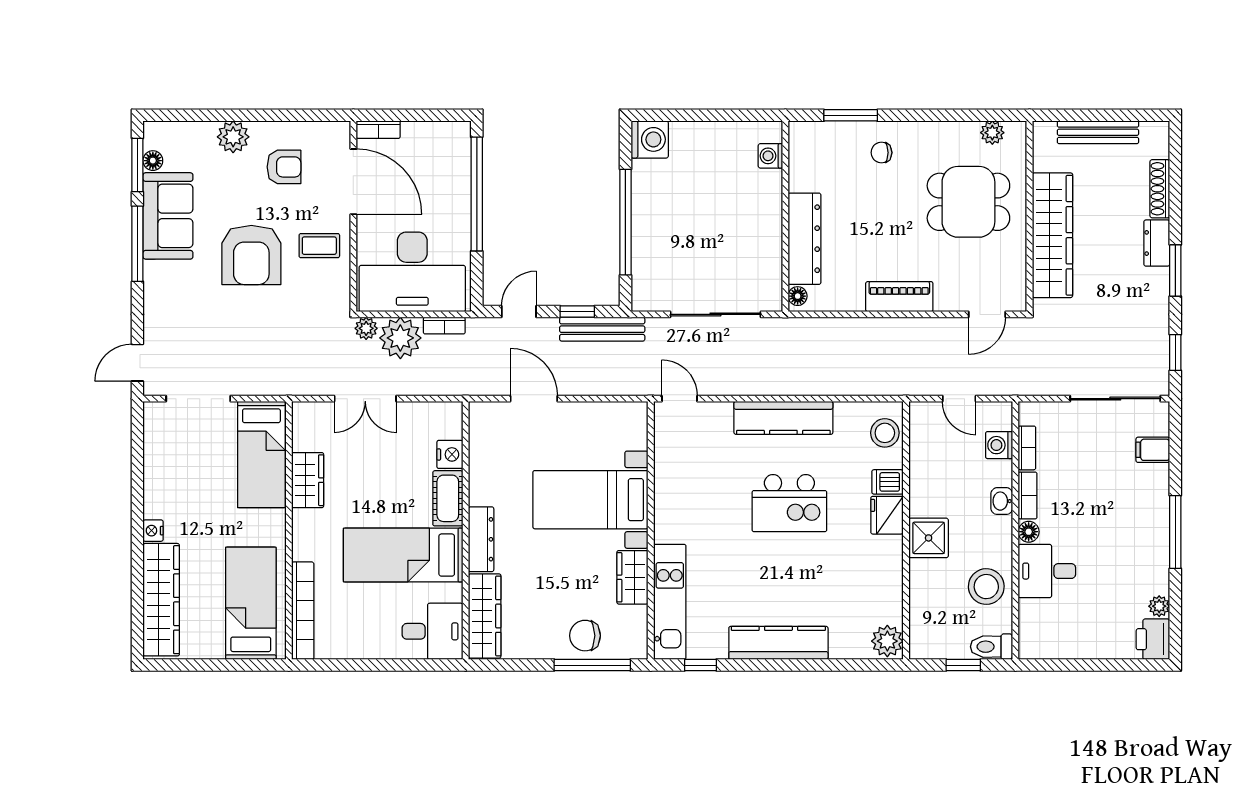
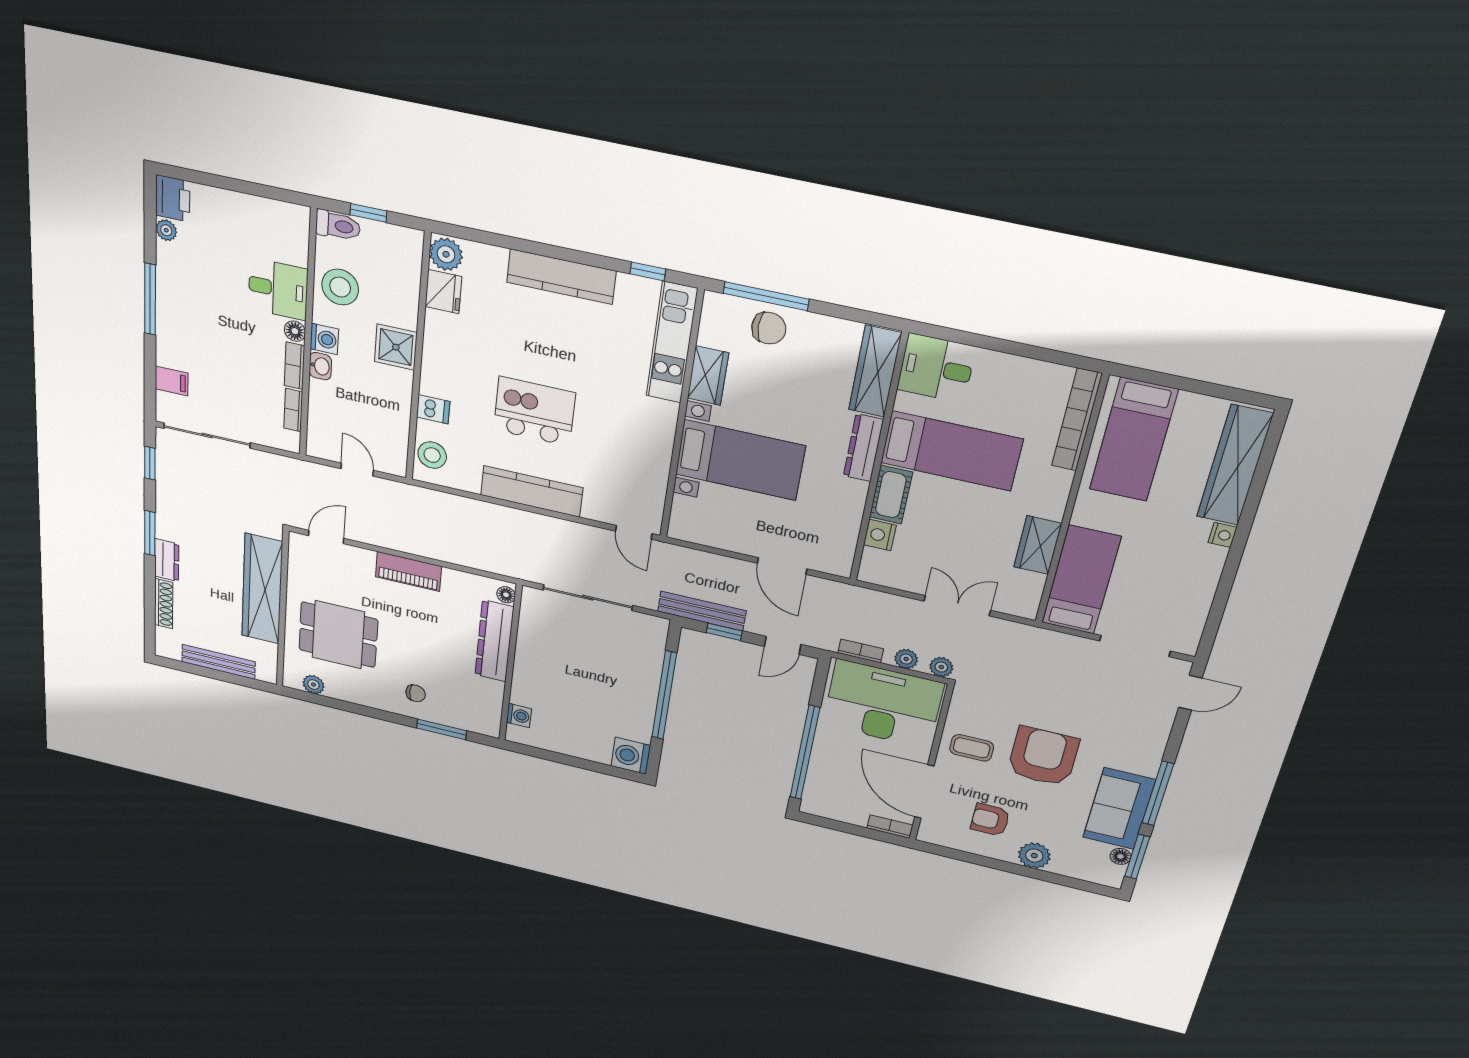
plant: (400, 338) -> (906, 659), width x0.53, depth x0.53
washing machine: (999, 445) -> (324, 339), moved
fridge: (887, 515) -> (443, 292), moved

